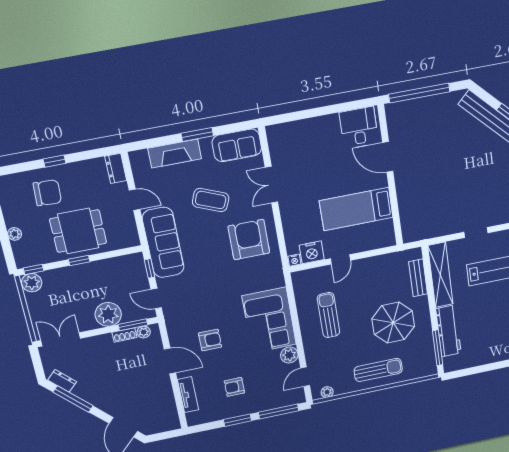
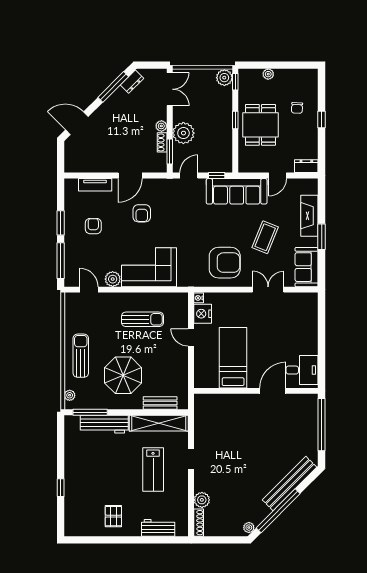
chair: (47, 193) -> (297, 108), width x0.54, depth x0.54
plant: (144, 332) -> (161, 126), moved
sun lounger: (378, 370) -> (81, 356), turned 180
plant: (327, 392) -> (70, 395), moved

